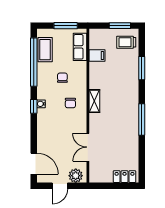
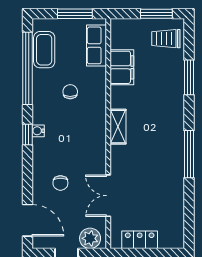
filing cabinet: (97, 56) -> (122, 67), width x2.00
chair: (70, 103) -> (60, 183), moved
locker: (124, 177) -> (140, 240), moved

